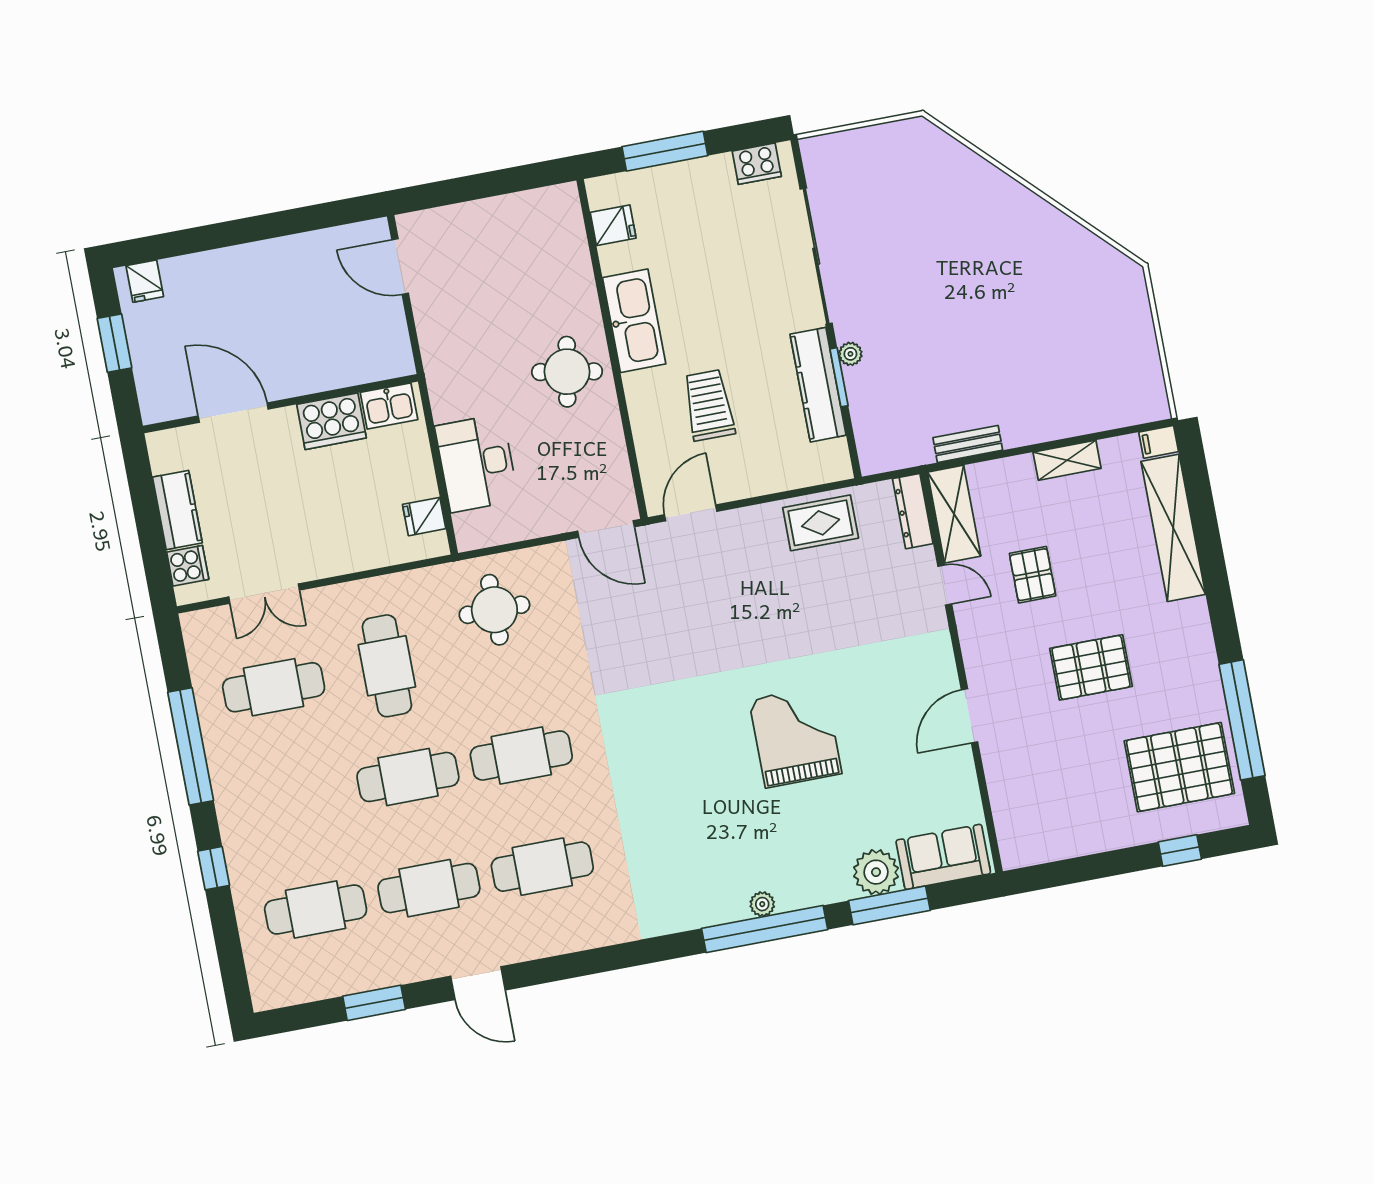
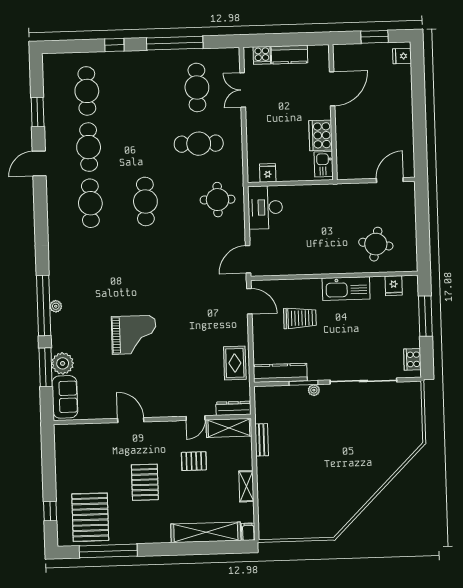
round table: (567, 372) -> (376, 244), moved
kitchen counter: (818, 385) -> (280, 373), moved
desk: (477, 463) -> (265, 207), moved, turned -90
cafe table: (408, 777) -> (144, 145), removed

